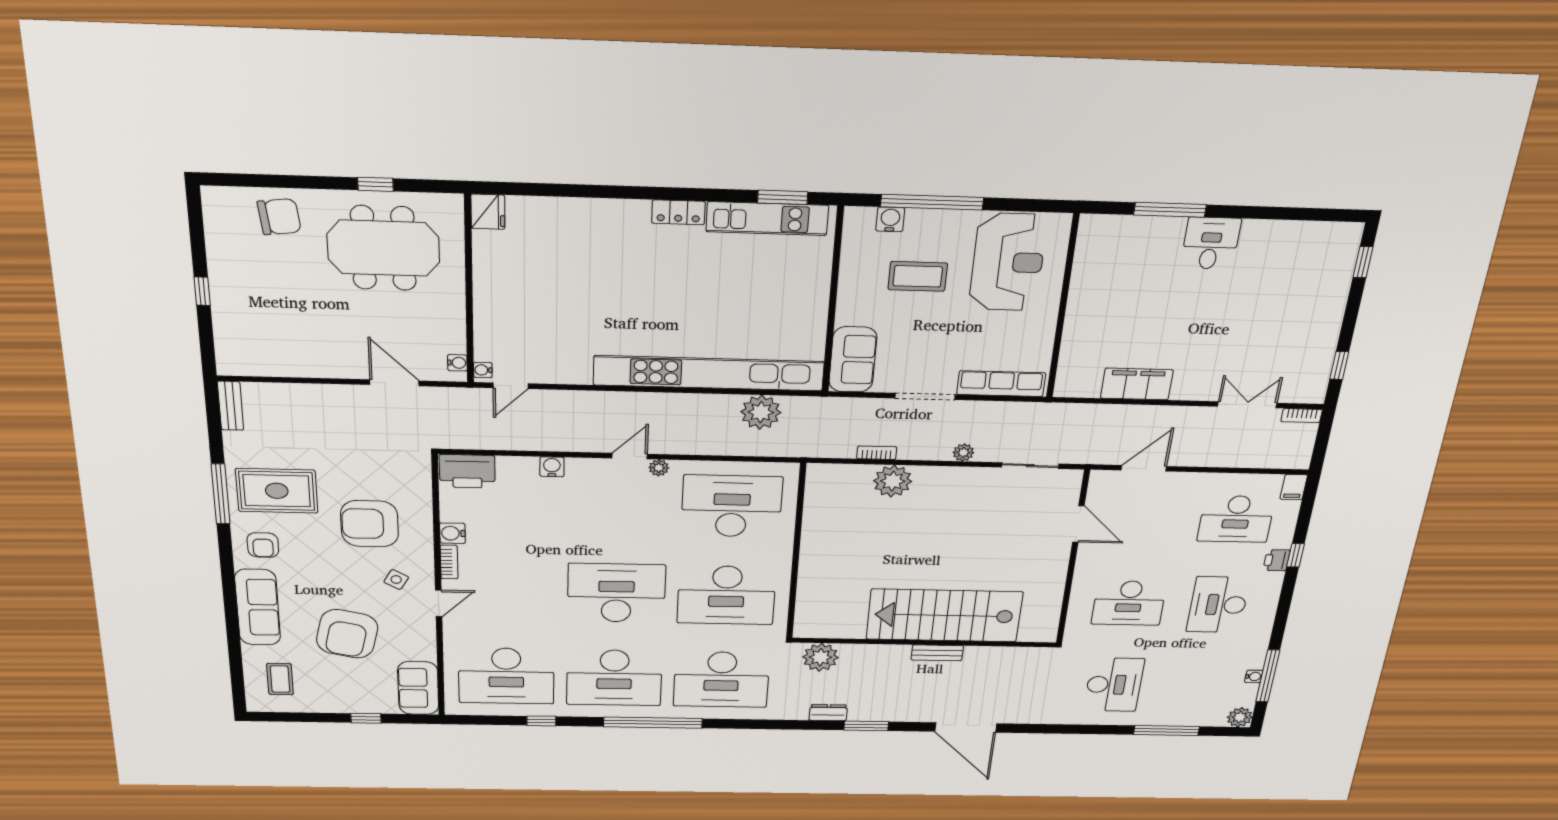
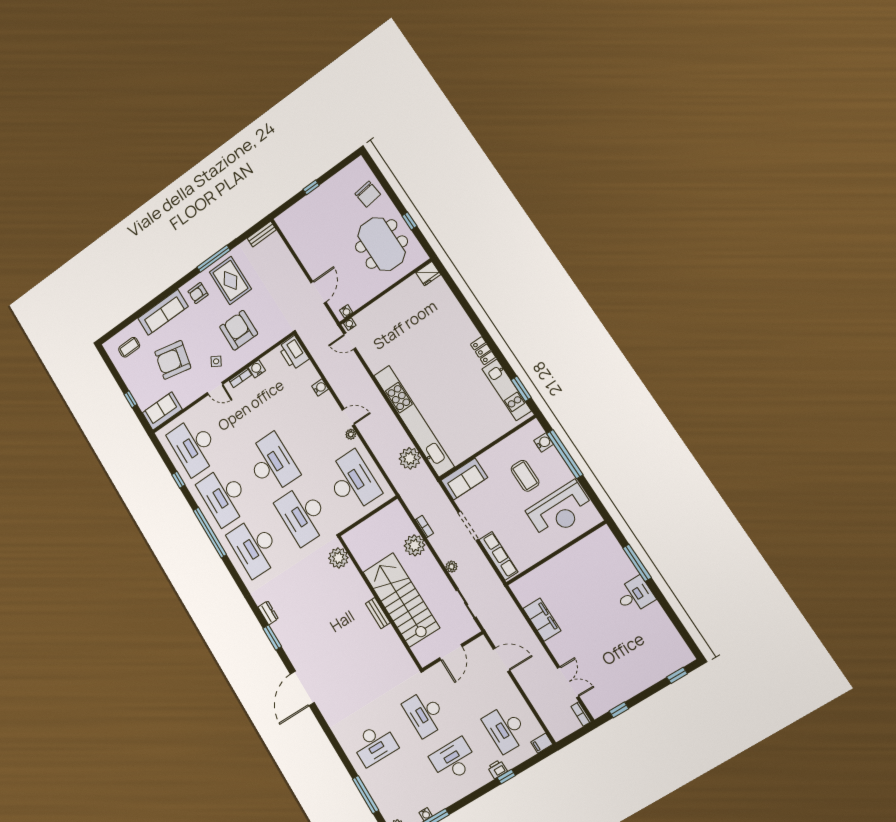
stairs: (944, 615) -> (401, 600), moved
wall: (924, 643) -> (380, 602), moved
bench: (937, 653) -> (378, 613), moved
plant: (820, 657) -> (338, 558), moved

